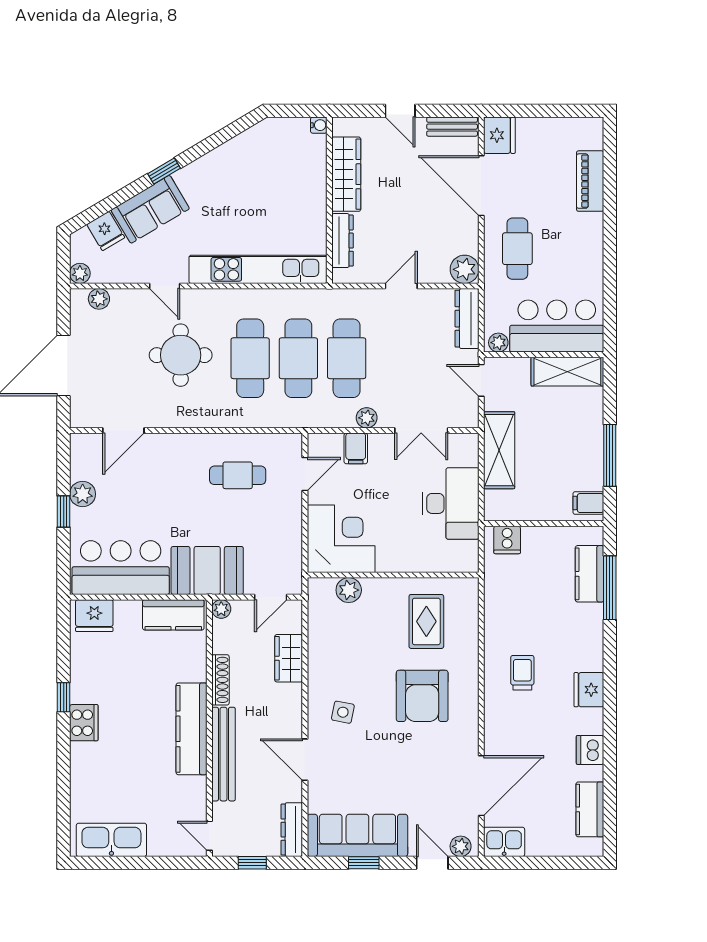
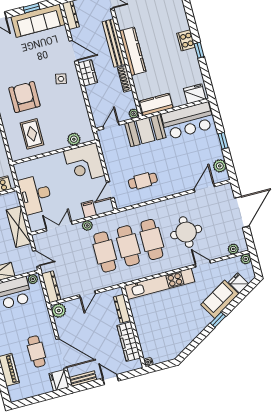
cafe table: (517, 249) -> (36, 351), moved
plant: (83, 494) -> (220, 166), moved
wardrobe: (289, 658) -> (88, 73), moved

